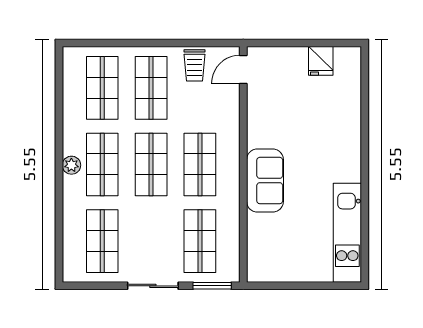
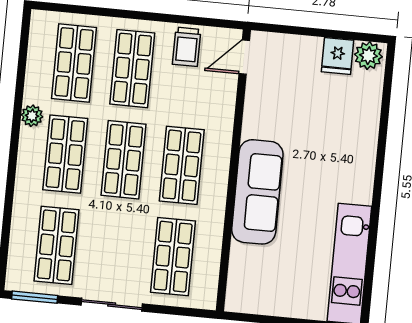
plant: (346, 58) -> (368, 56), added
plant: (71, 165) -> (32, 116), moved
sofa: (265, 181) -> (257, 192), width x1.36
window: (212, 286) -> (35, 297), moved

